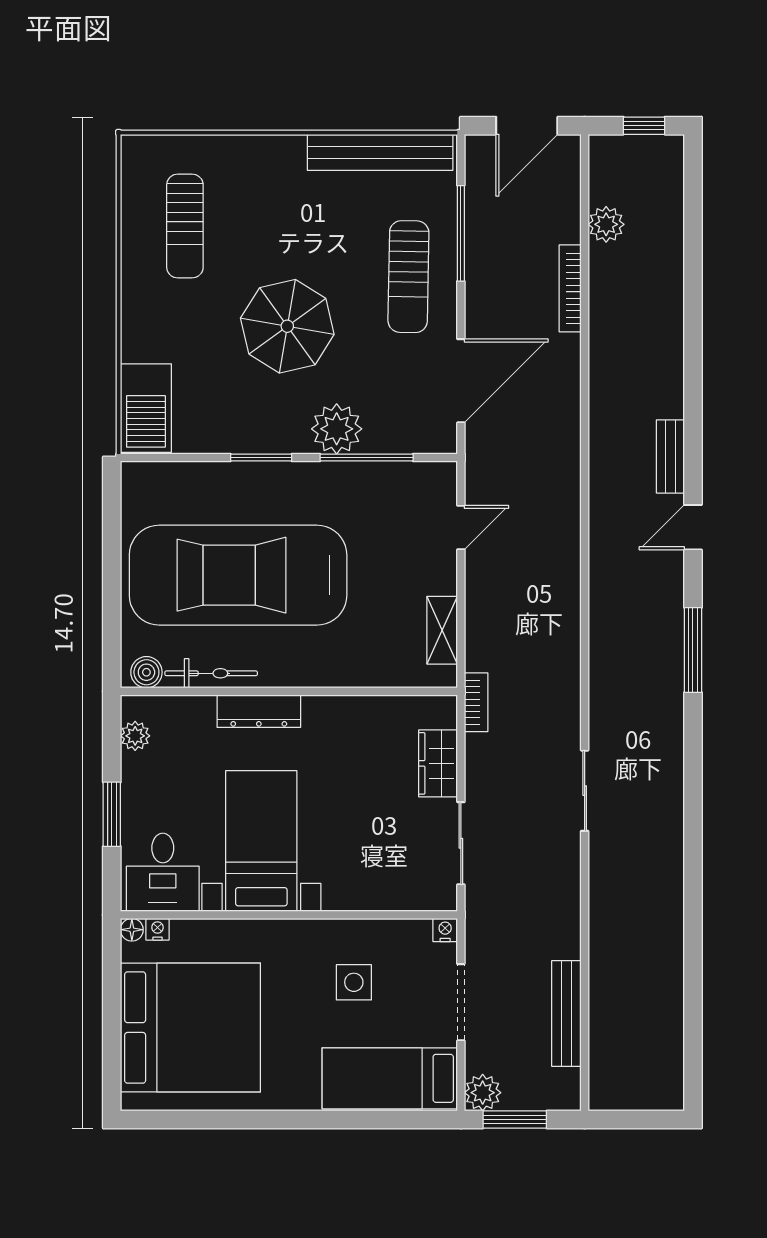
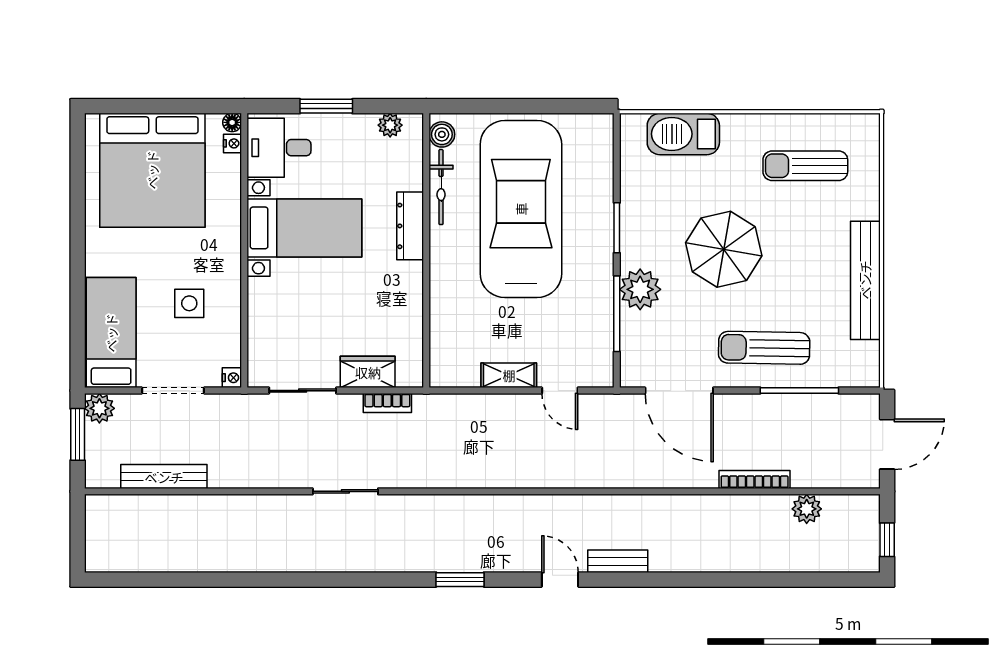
door: (527, 126) -> (887, 444), swing flipped
bench: (380, 152) -> (865, 280), moved
barbecue: (146, 408) -> (683, 134), moved
shelving: (442, 630) -> (509, 375), moved
window: (693, 650) -> (460, 580), width x0.69
bookcase: (476, 702) -> (387, 403), moved

